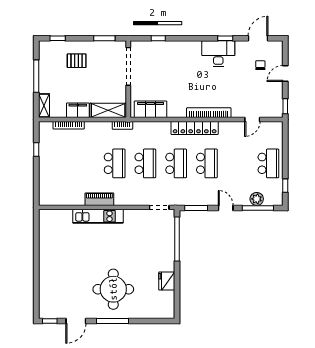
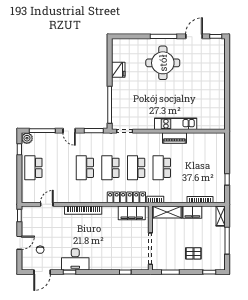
locker: (195, 128) -> (126, 197), moved
plant: (257, 199) -> (27, 138), moved

